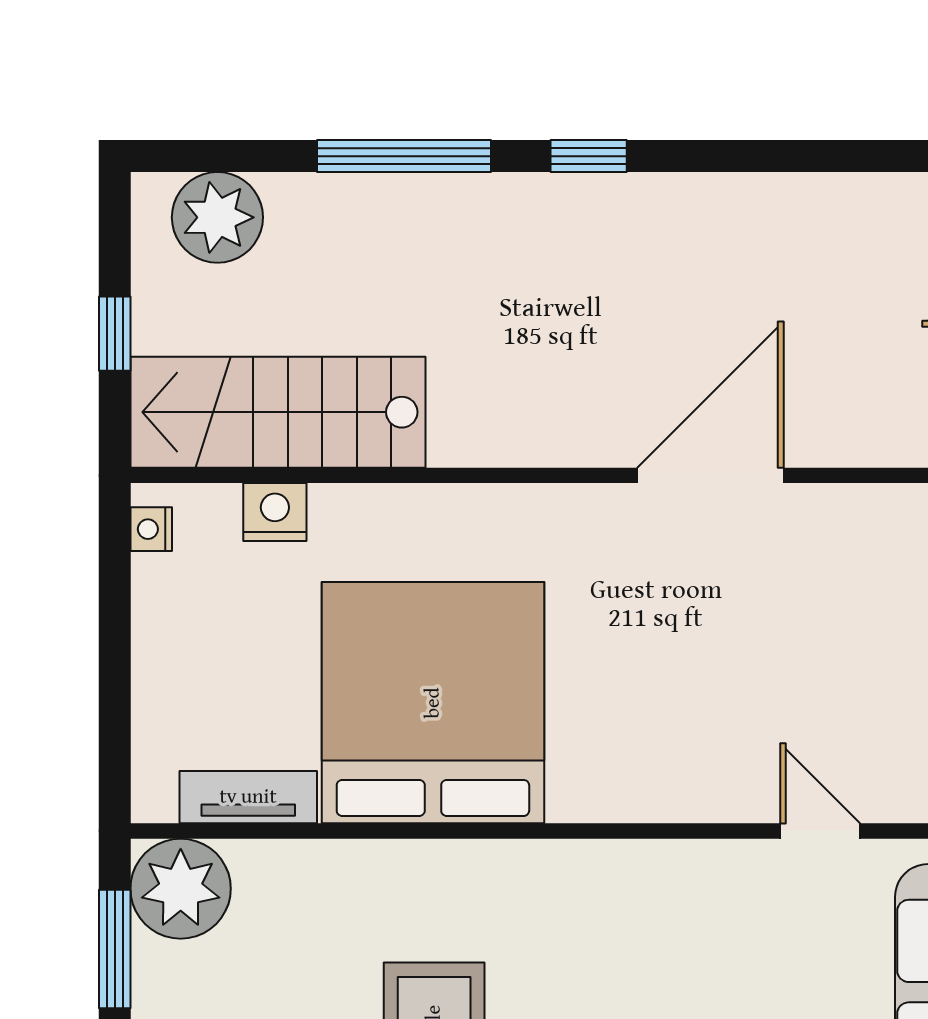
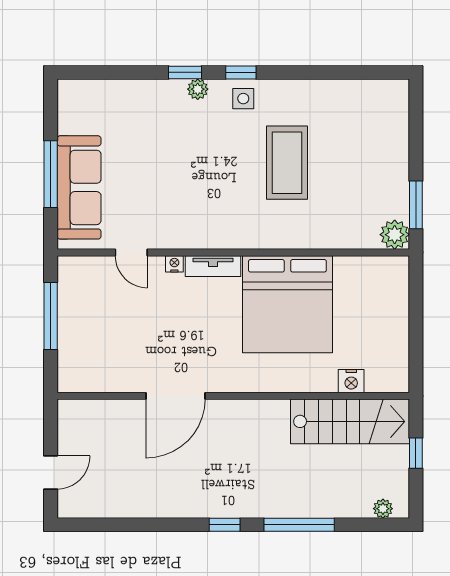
plant: (217, 217) -> (383, 509), width x0.53, depth x0.53
nightstand: (151, 529) -> (174, 264), moved, turned -90
tv unit: (248, 797) -> (213, 266), moved
plant: (181, 889) -> (395, 235), width x0.73, depth x0.73

